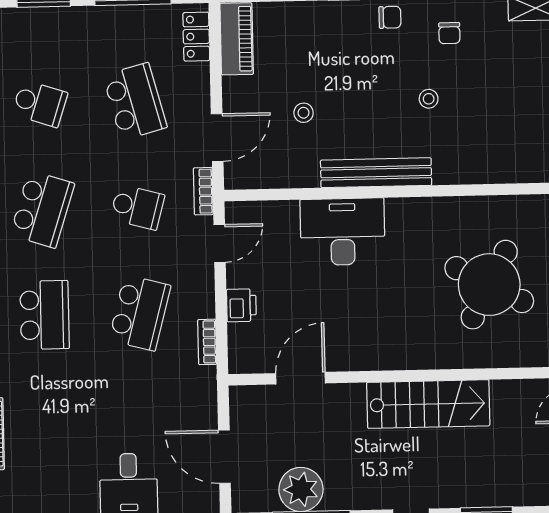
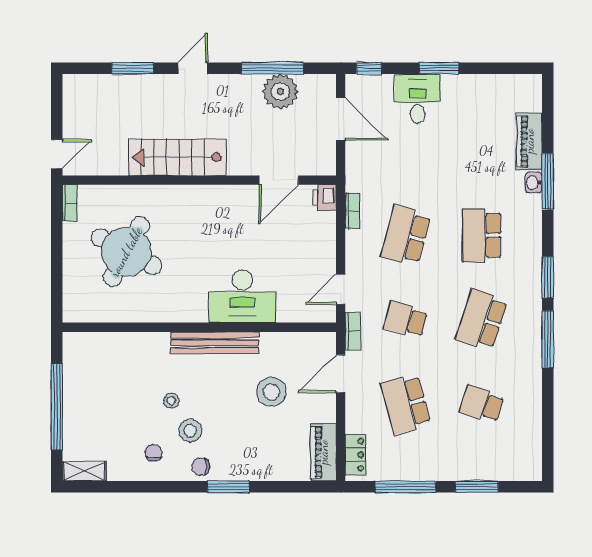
stool: (404, 62) -> (190, 431), added
stool: (304, 113) -> (271, 392), width x1.89, depth x1.89
printer: (241, 305) -> (324, 198), moved

